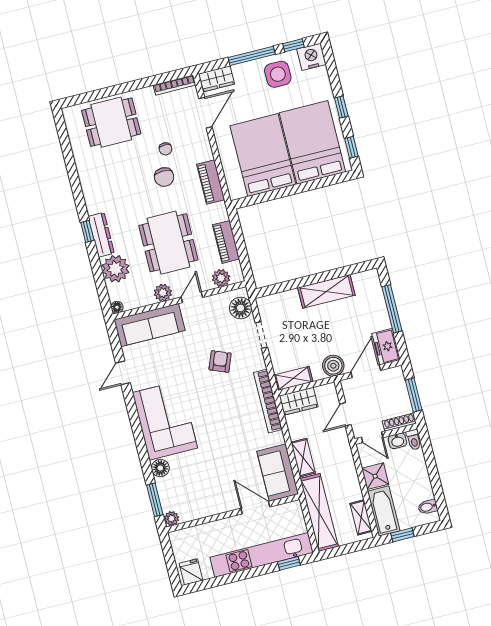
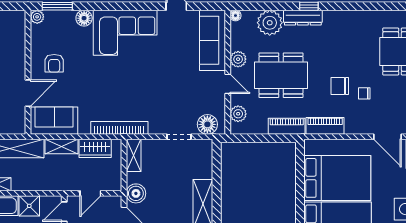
piano: (226, 242) -> (287, 126), moved
armchair: (220, 361) -> (54, 63), moved, turned 68
wardrobe: (299, 401) -> (95, 148), moved, turned -90
door: (345, 414) -> (90, 193), swing flipped

